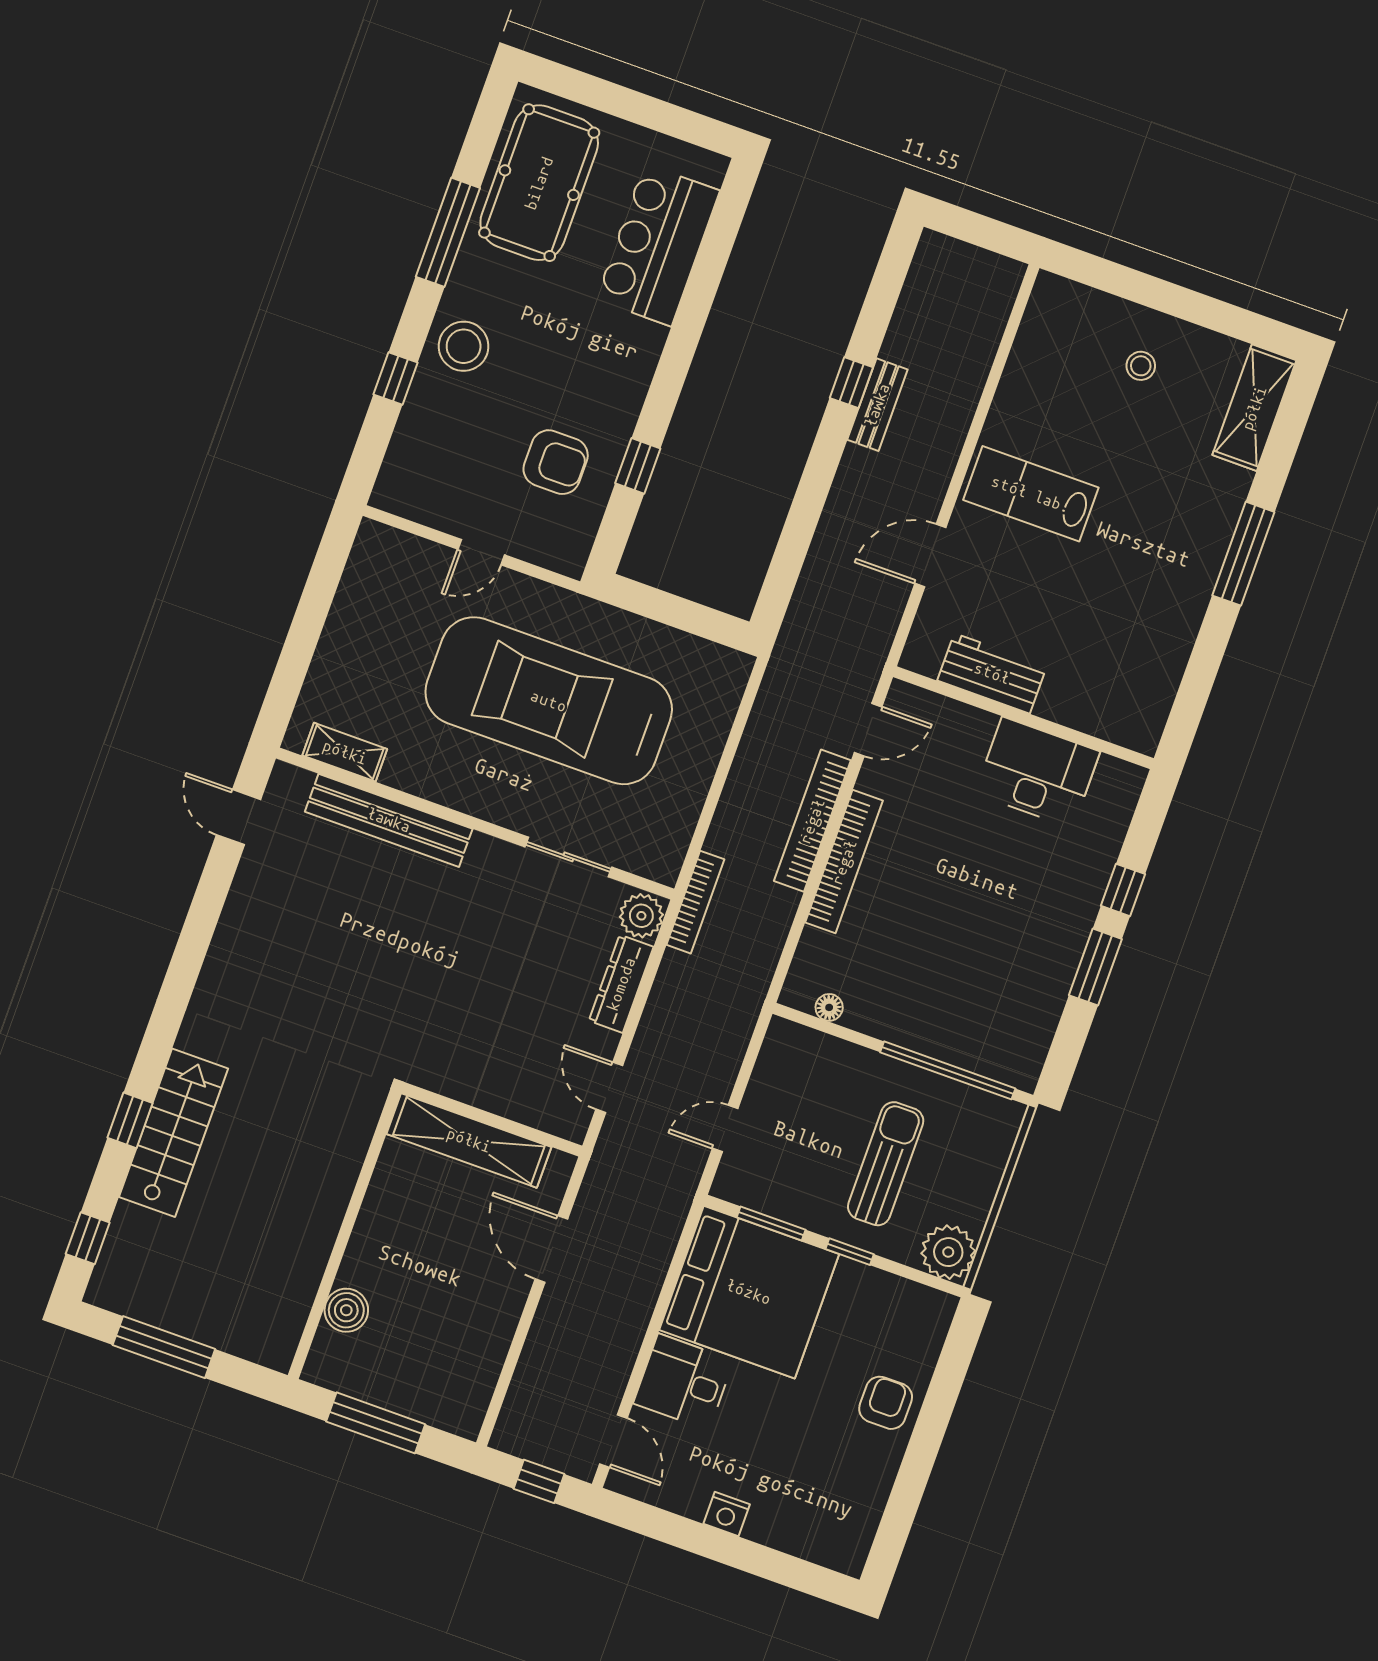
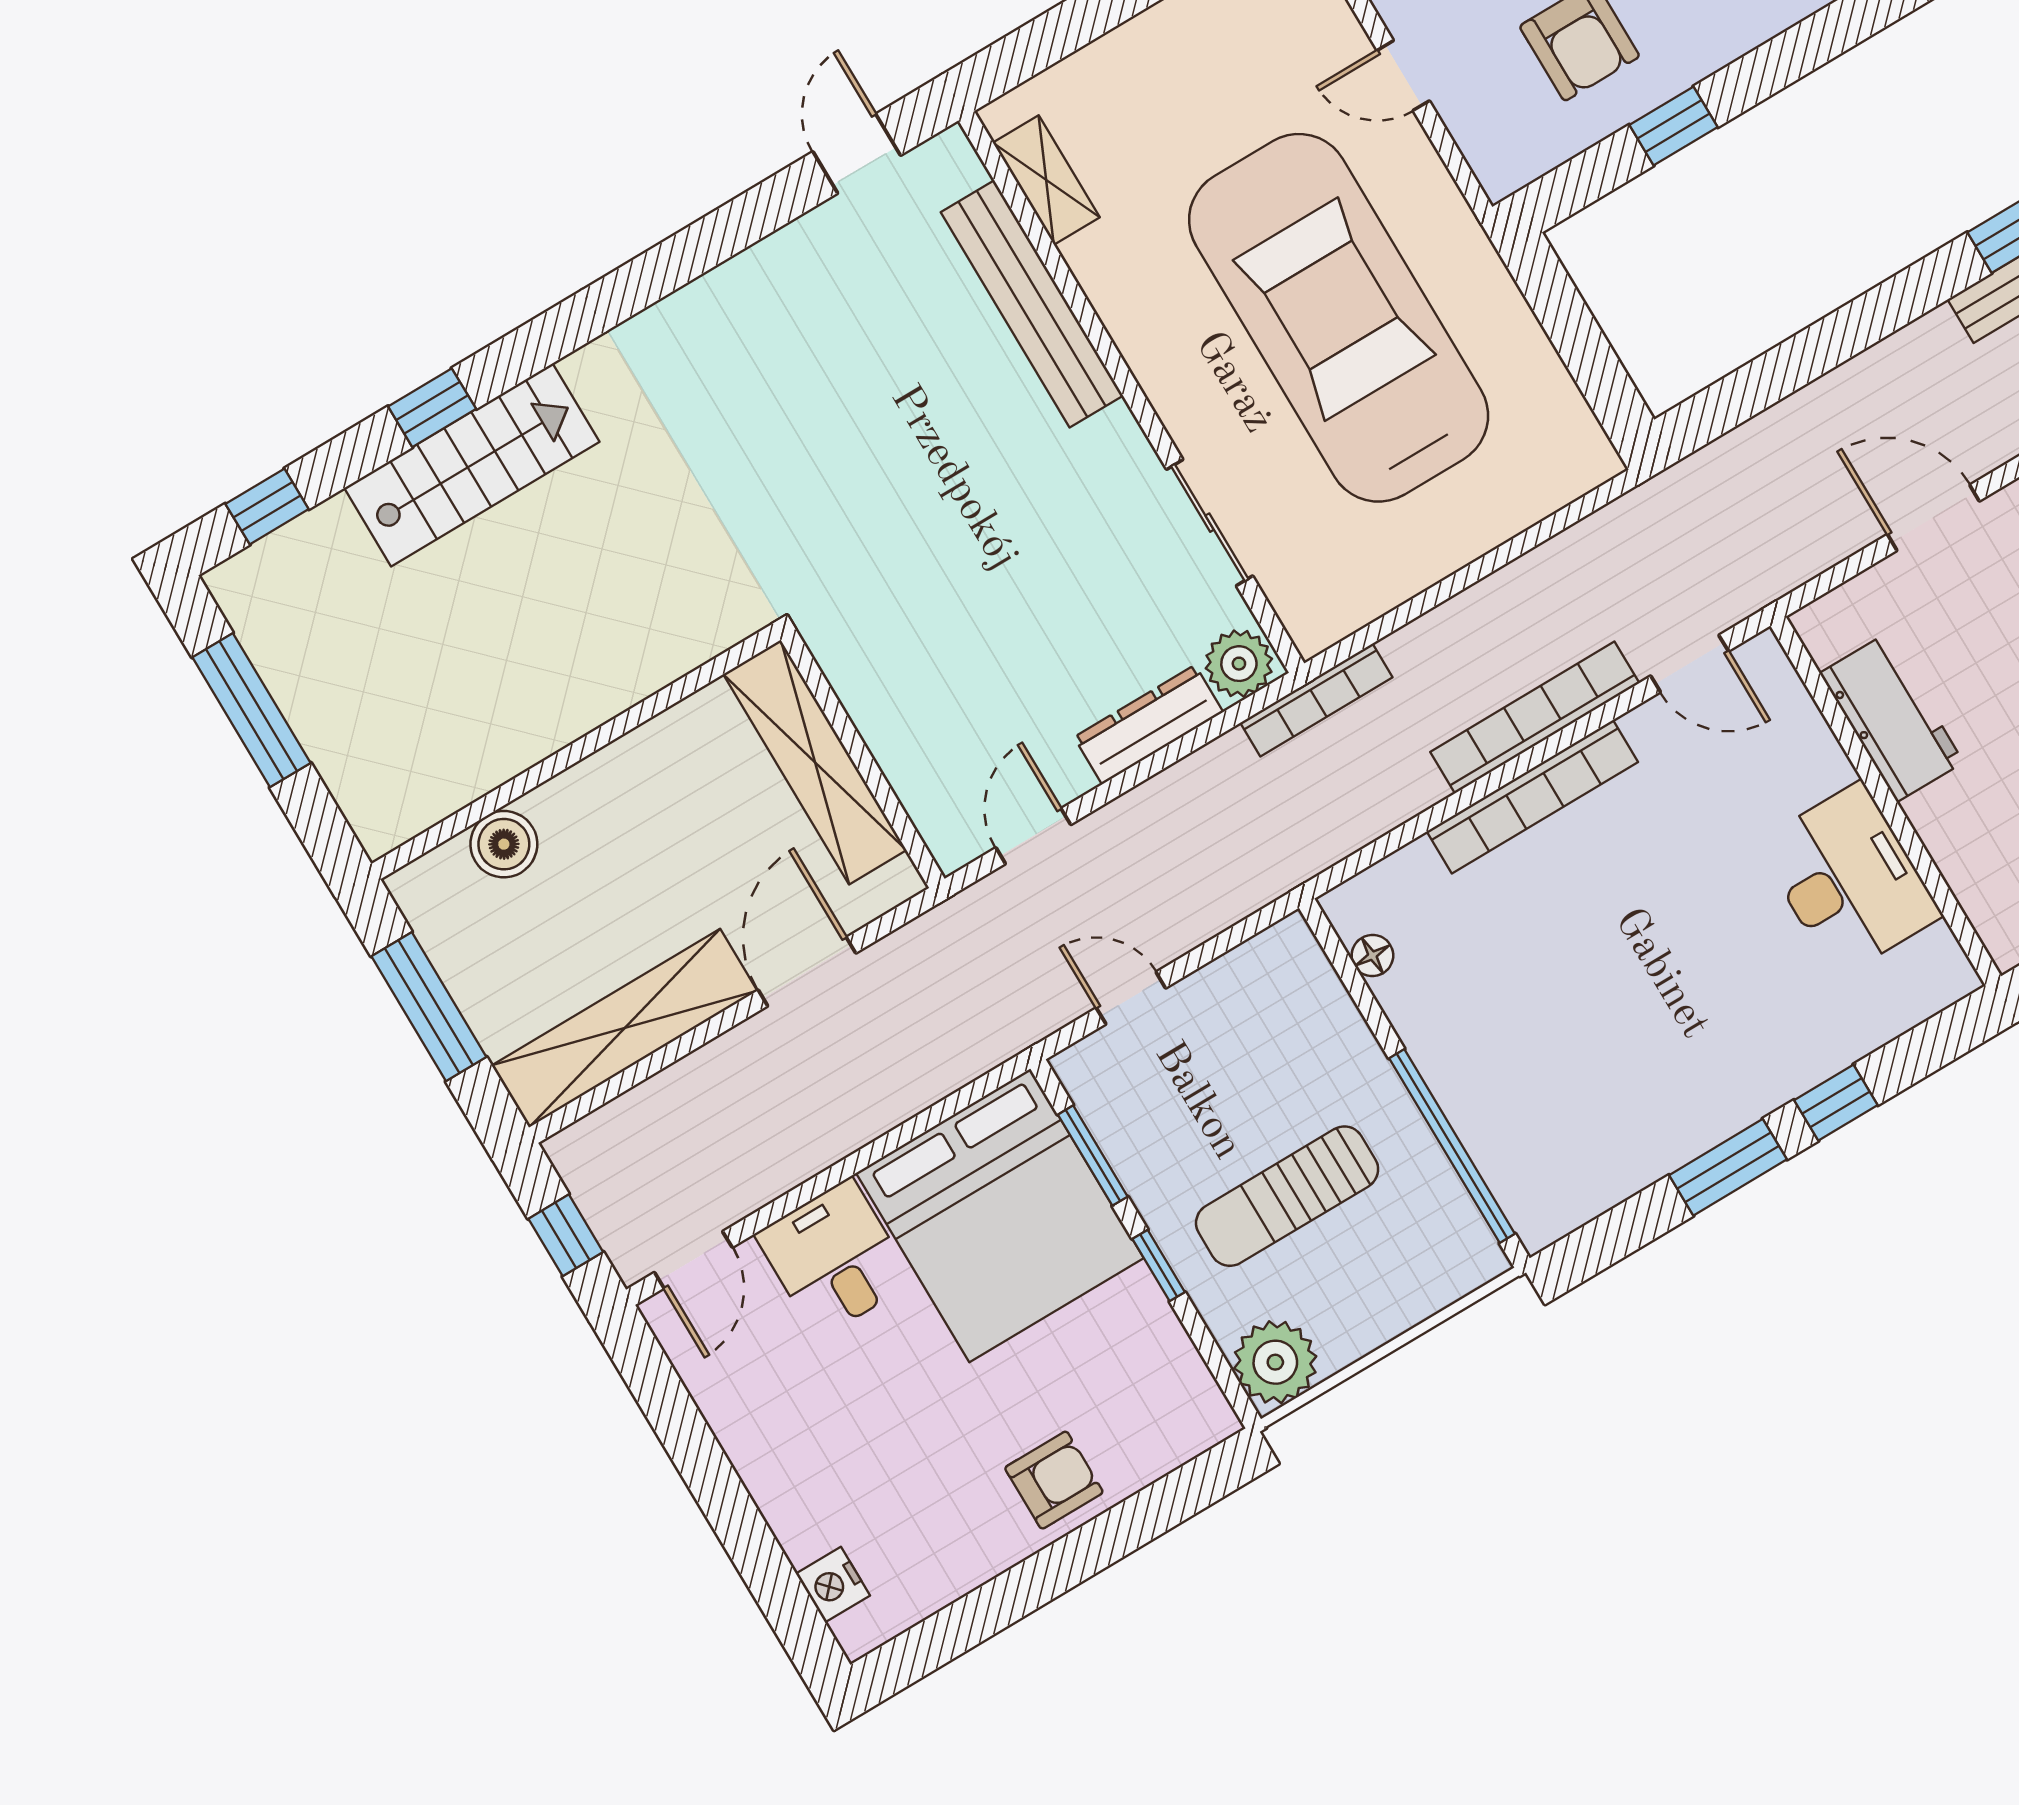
sun lounger: (886, 1164) -> (1287, 1196), turned 180
shelving: (483, 1353) -> (624, 1028), added
nightstand: (727, 1514) -> (833, 1585), moved

